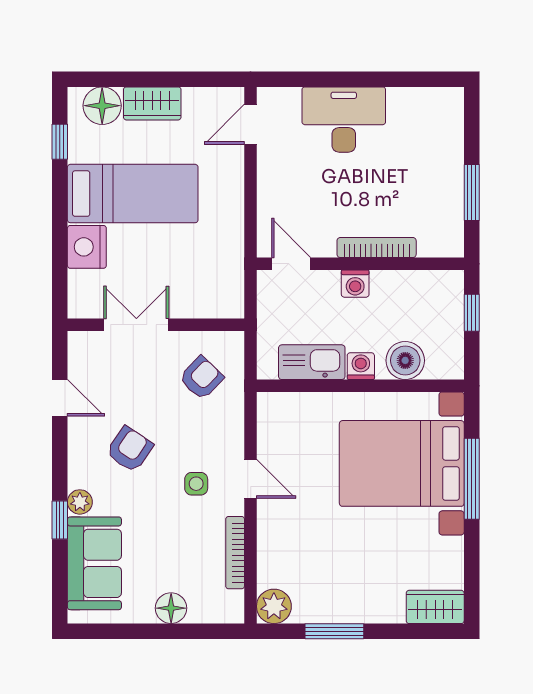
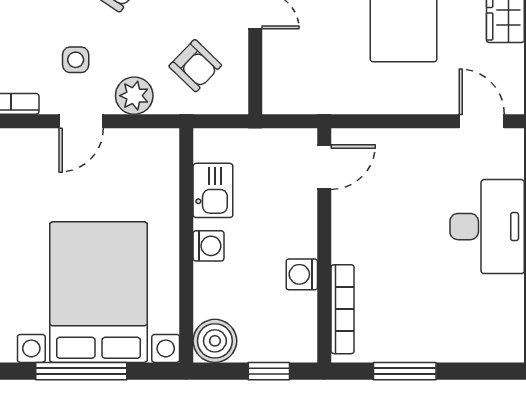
bookcase: (377, 248) -> (343, 309), moved
washing machine: (355, 284) -> (302, 274), moved
boiler: (405, 360) -> (215, 341), moved
kitchen sink: (312, 362) -> (213, 190), width x0.73
plant: (228, 432) -> (134, 96), added

